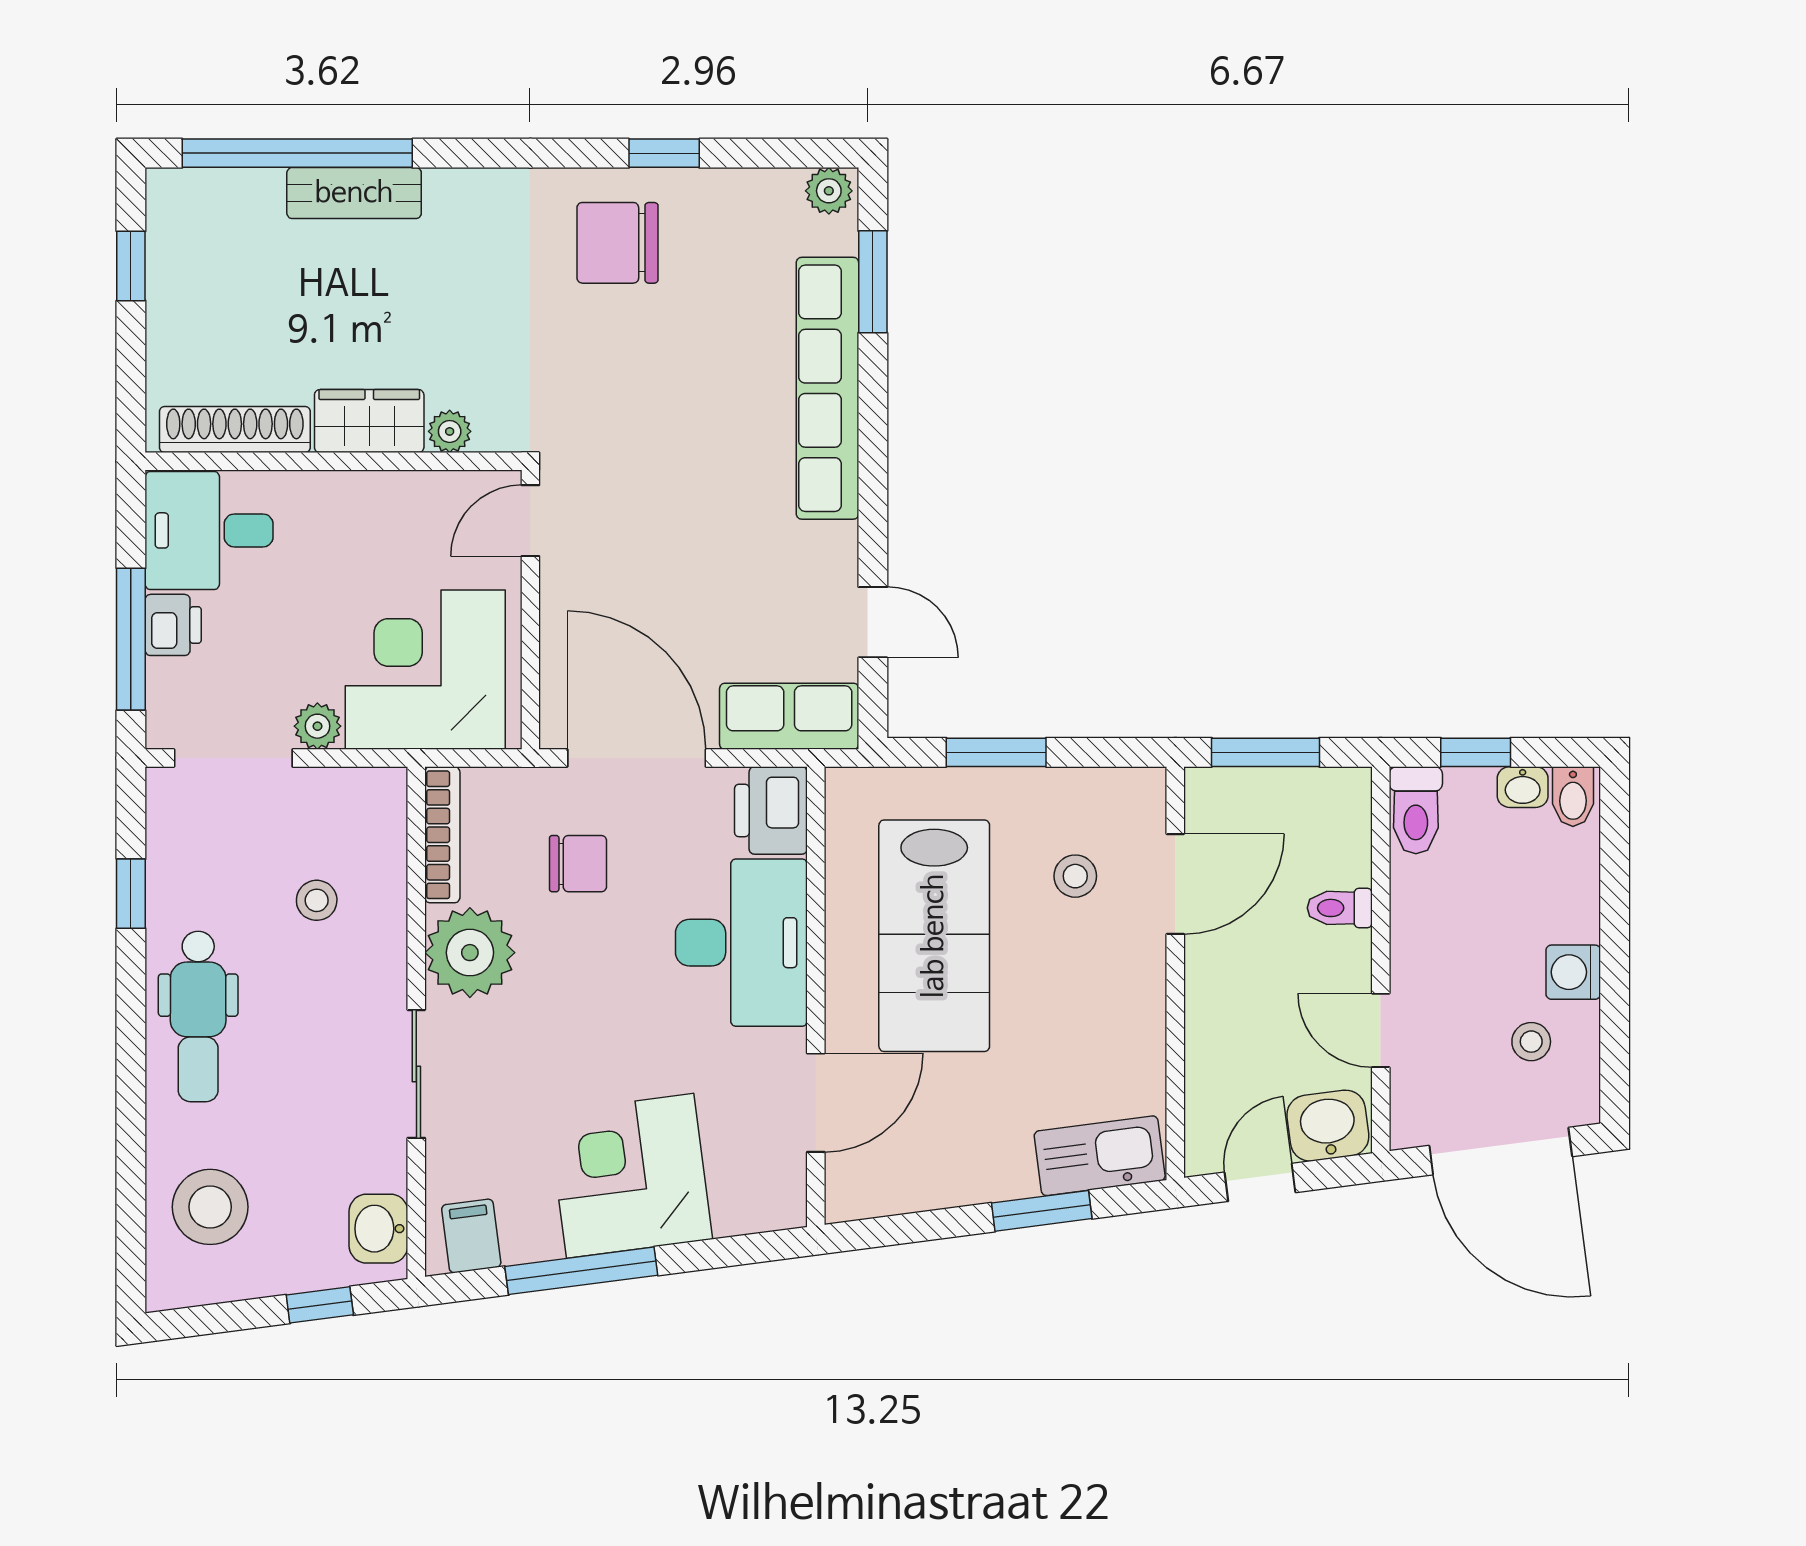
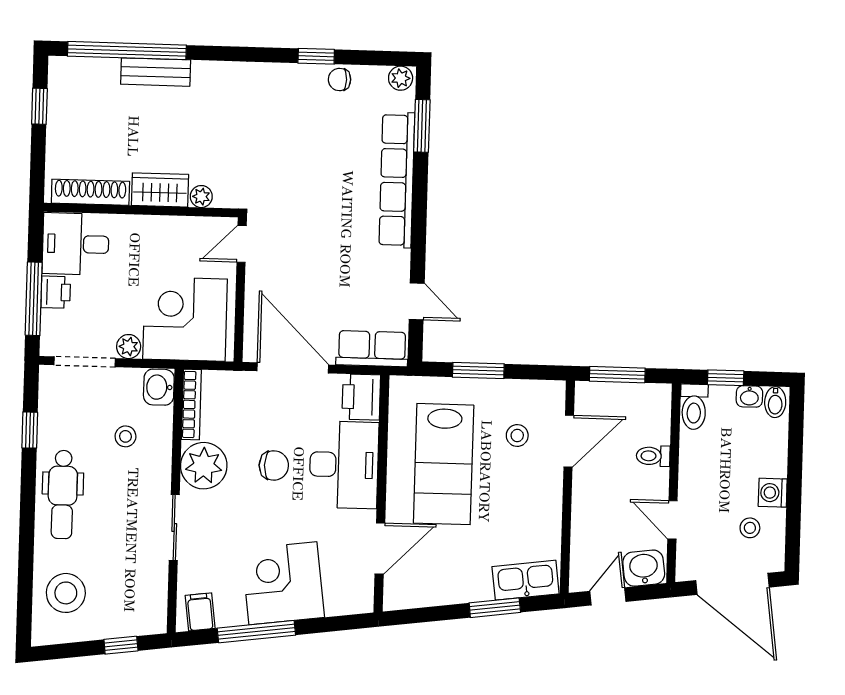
chair: (618, 243) -> (340, 80), moved, width x0.54, depth x0.54
chair: (578, 864) -> (274, 465), moved
washbasin: (378, 1229) -> (159, 387), moved

